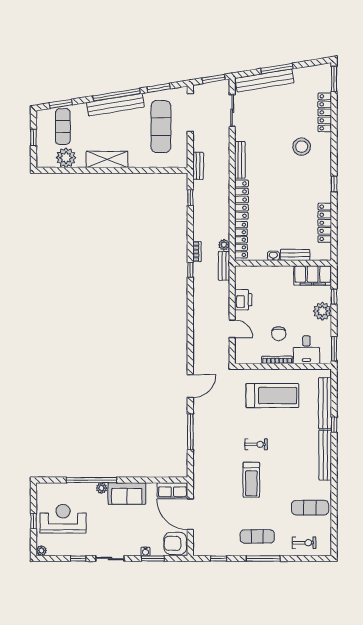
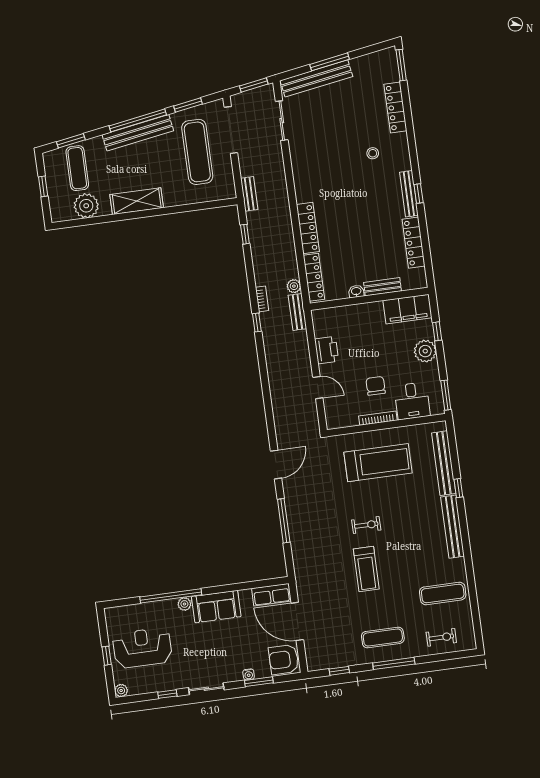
stool: (302, 147) -> (373, 153), width x0.53, depth x0.53
bench: (240, 160) -> (409, 194), moved
chair: (279, 334) -> (376, 386), turned 180

